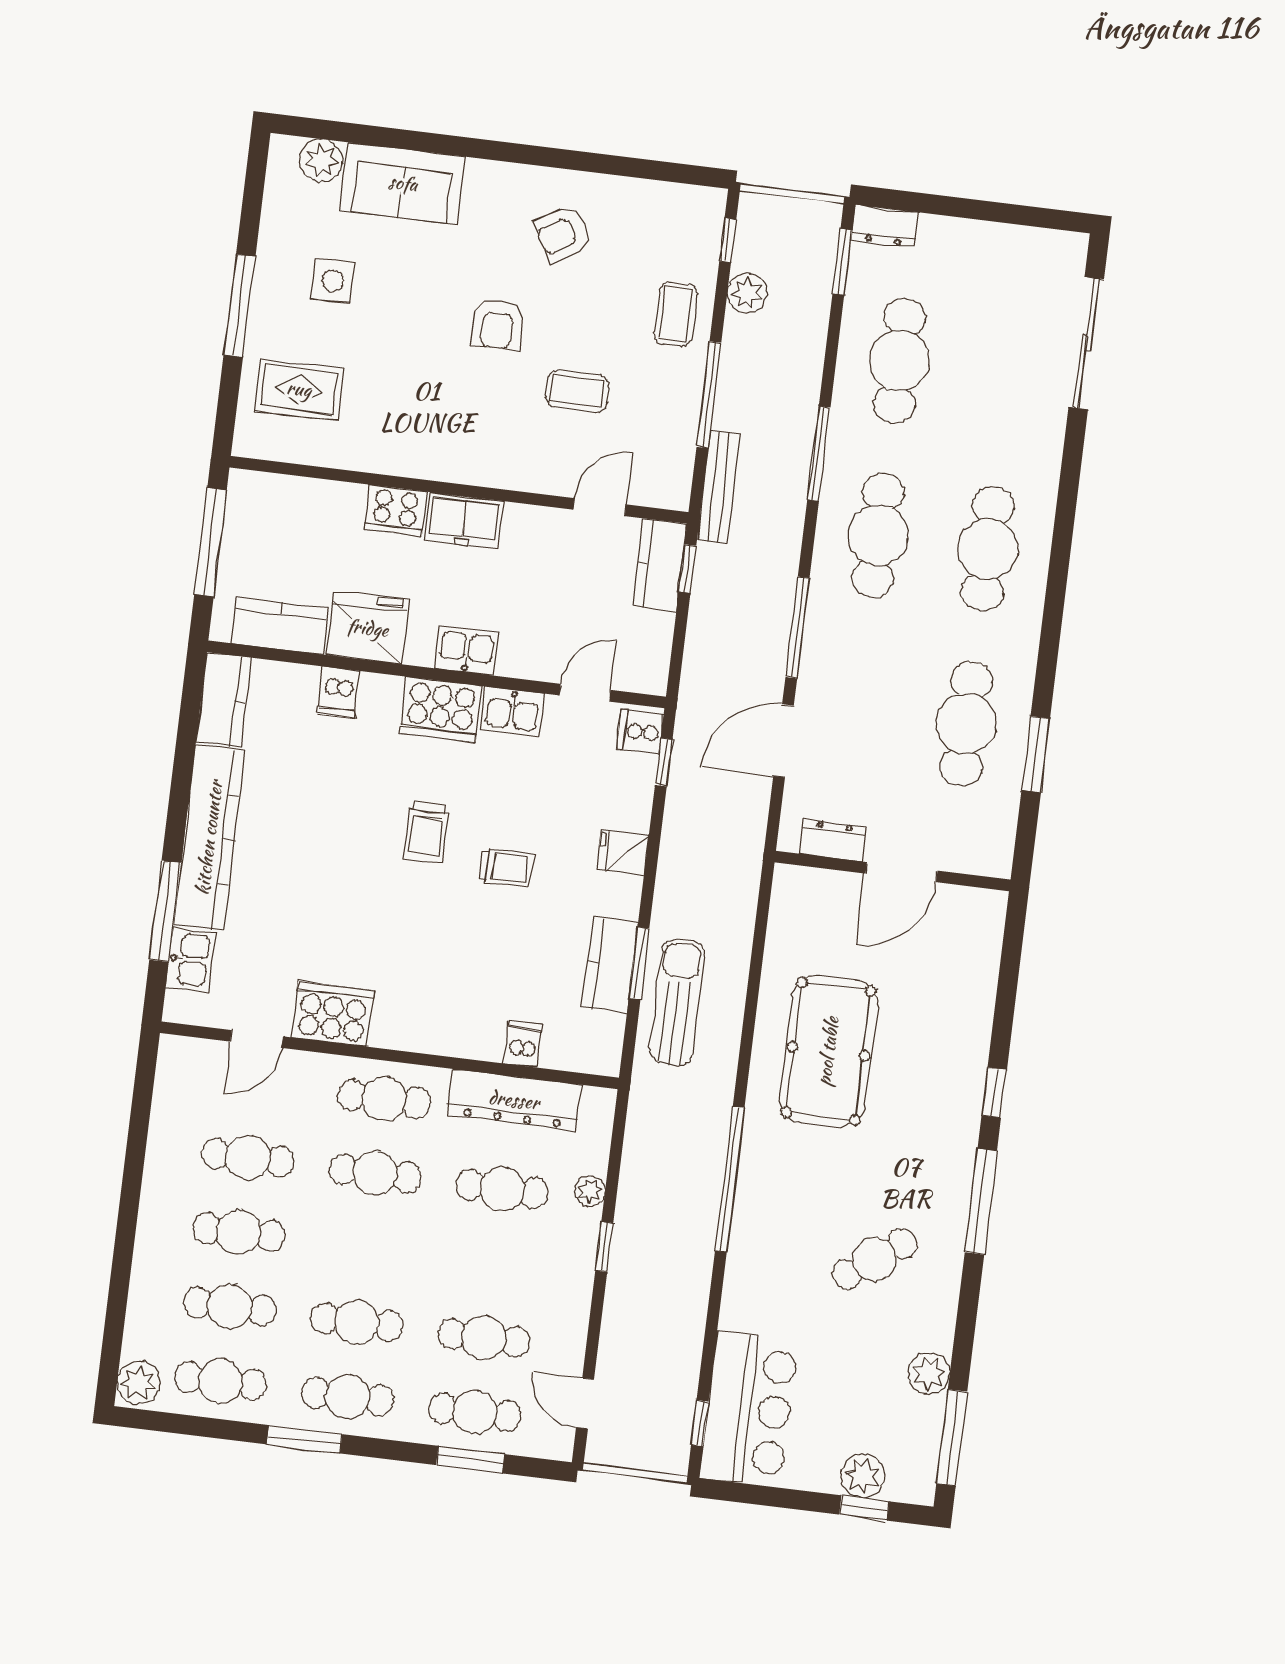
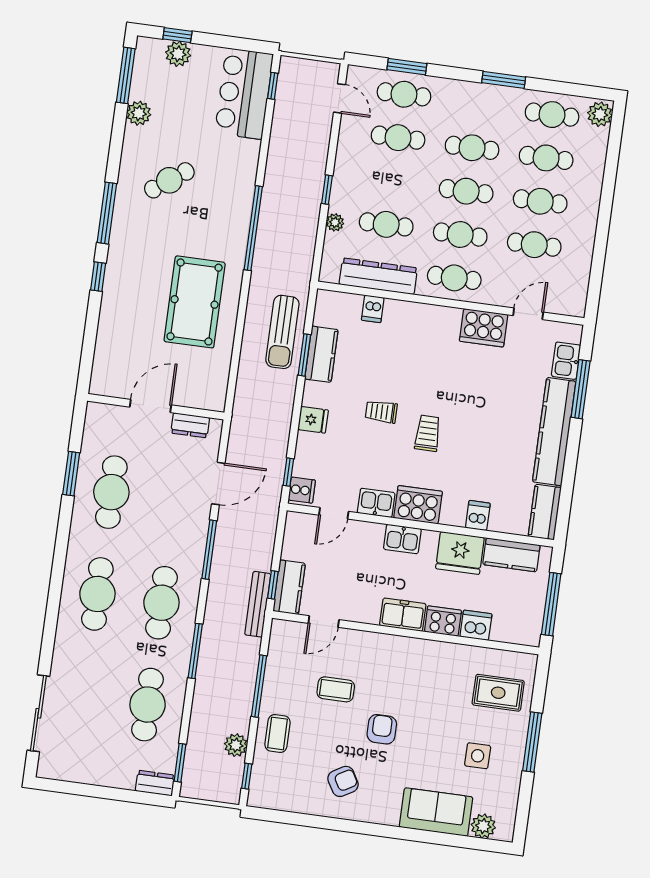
bench: (719, 487) -> (258, 604), moved
dishwasher: (339, 504) -> (476, 625), added
cafe table: (348, 1396) -> (466, 191), moved

